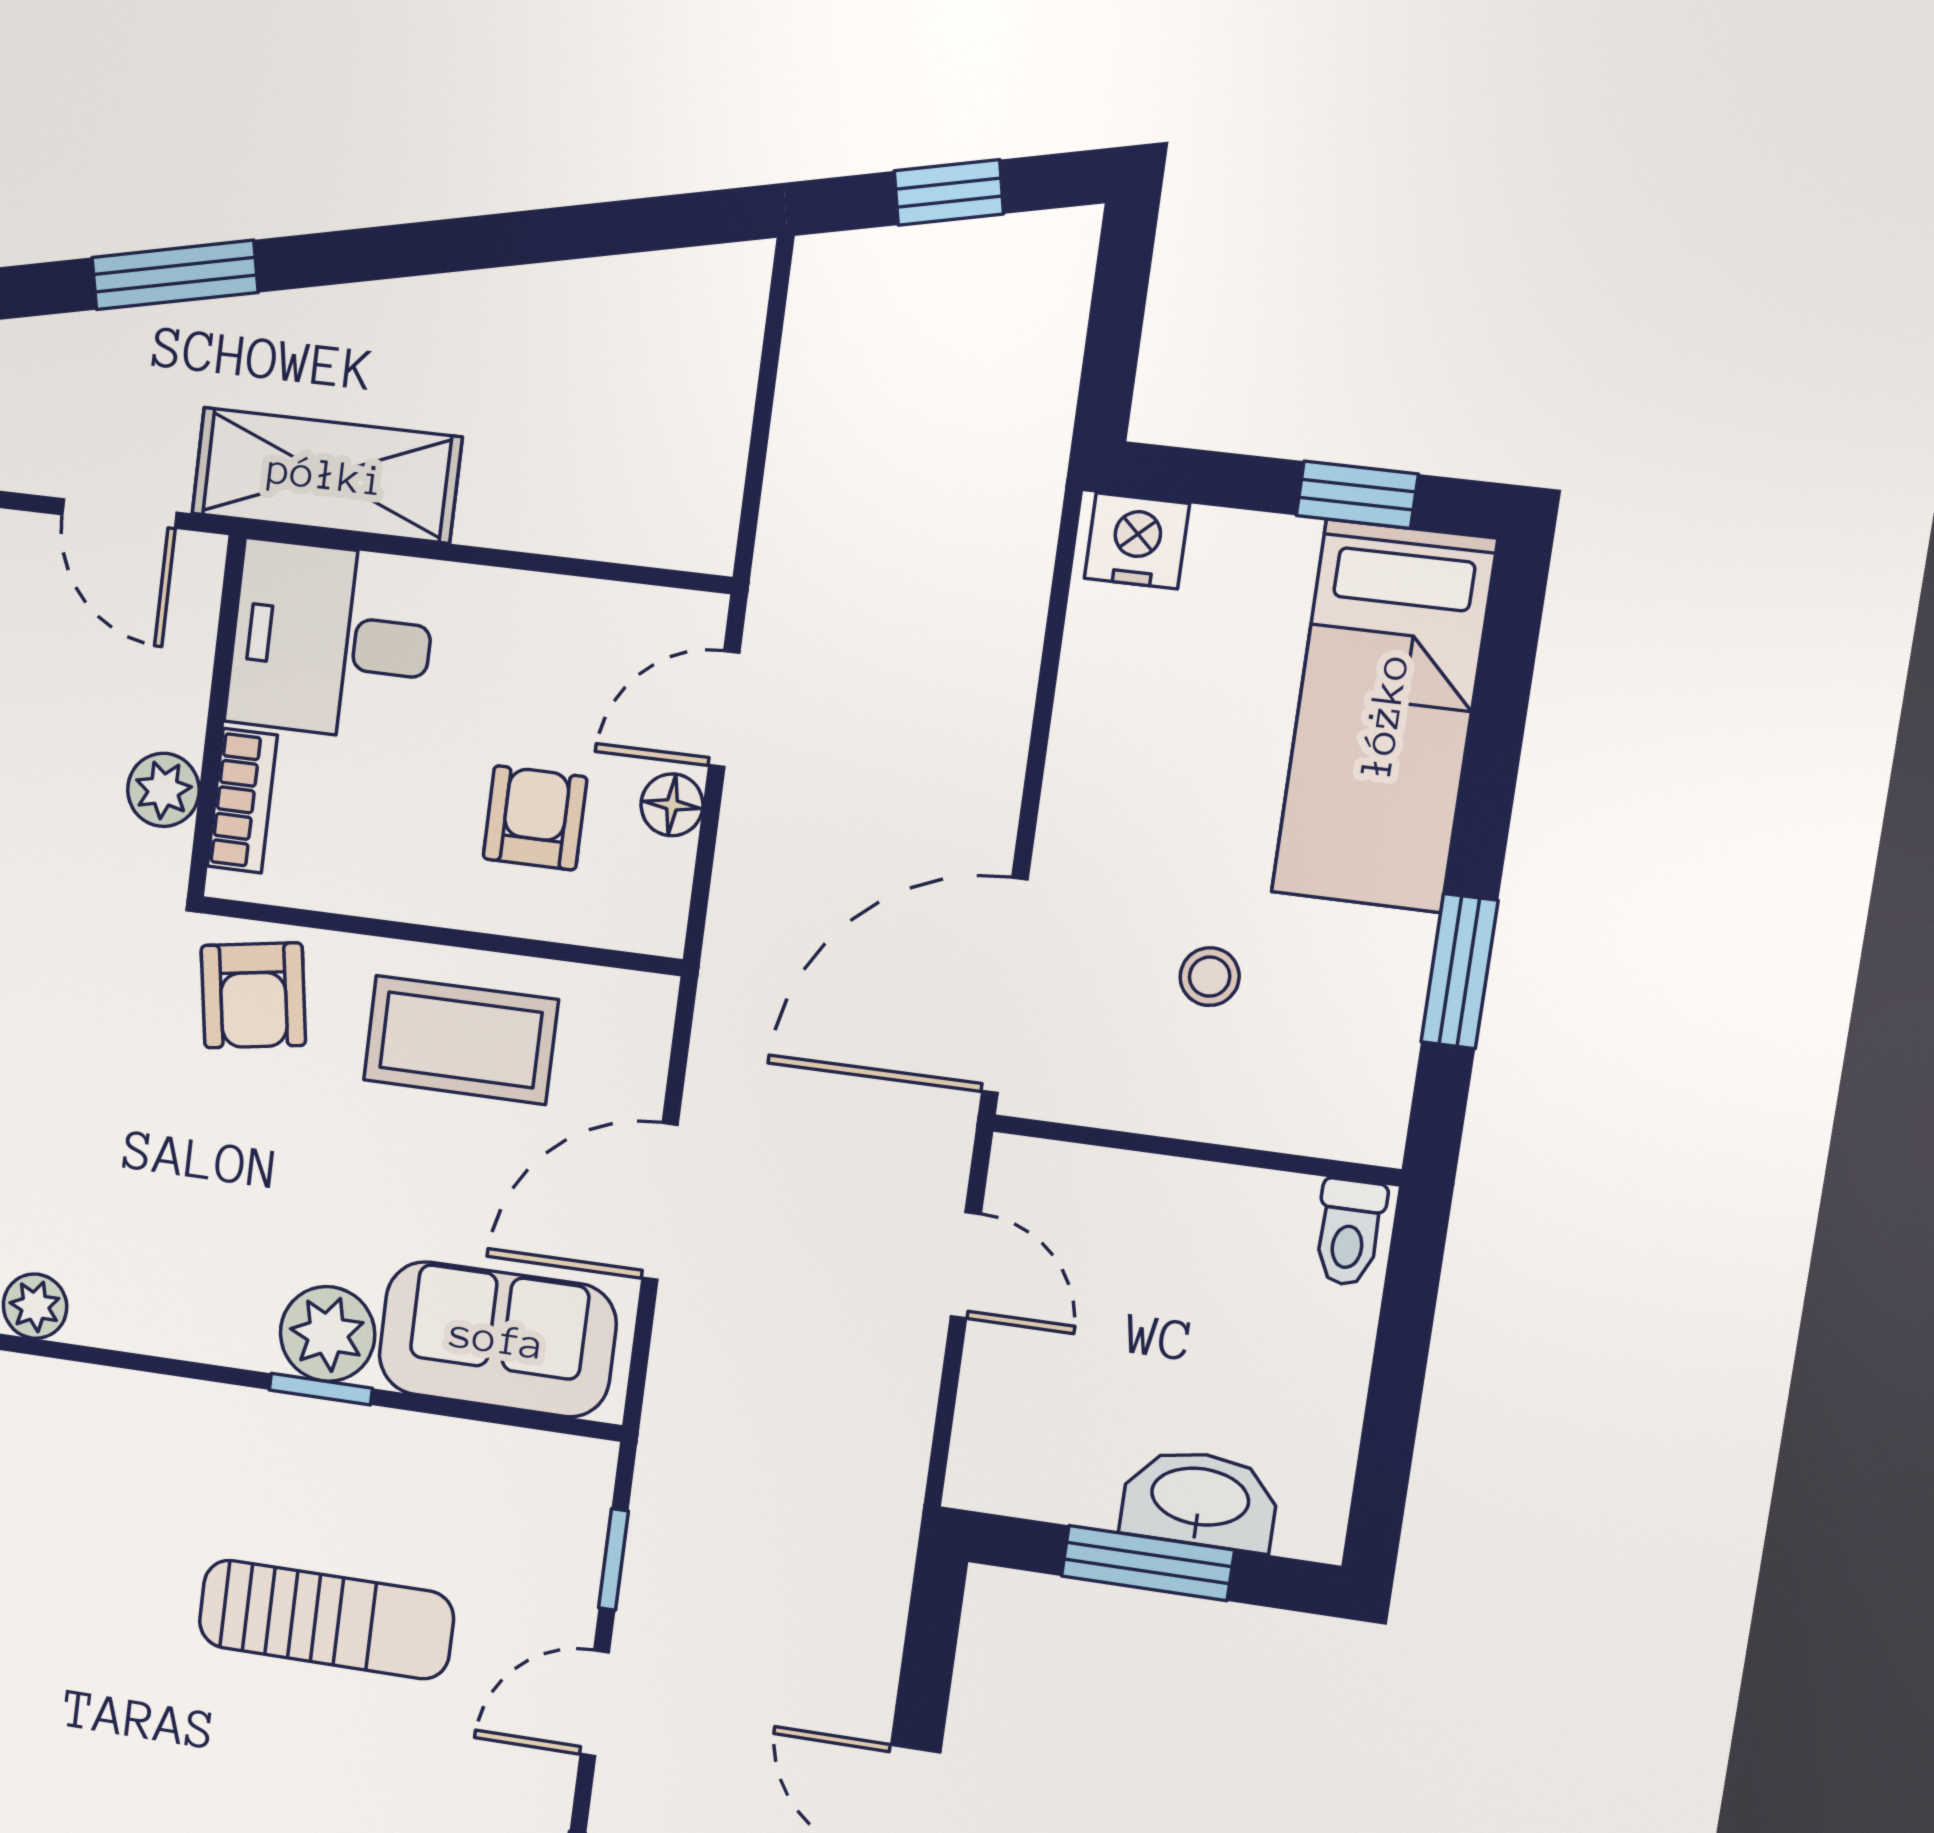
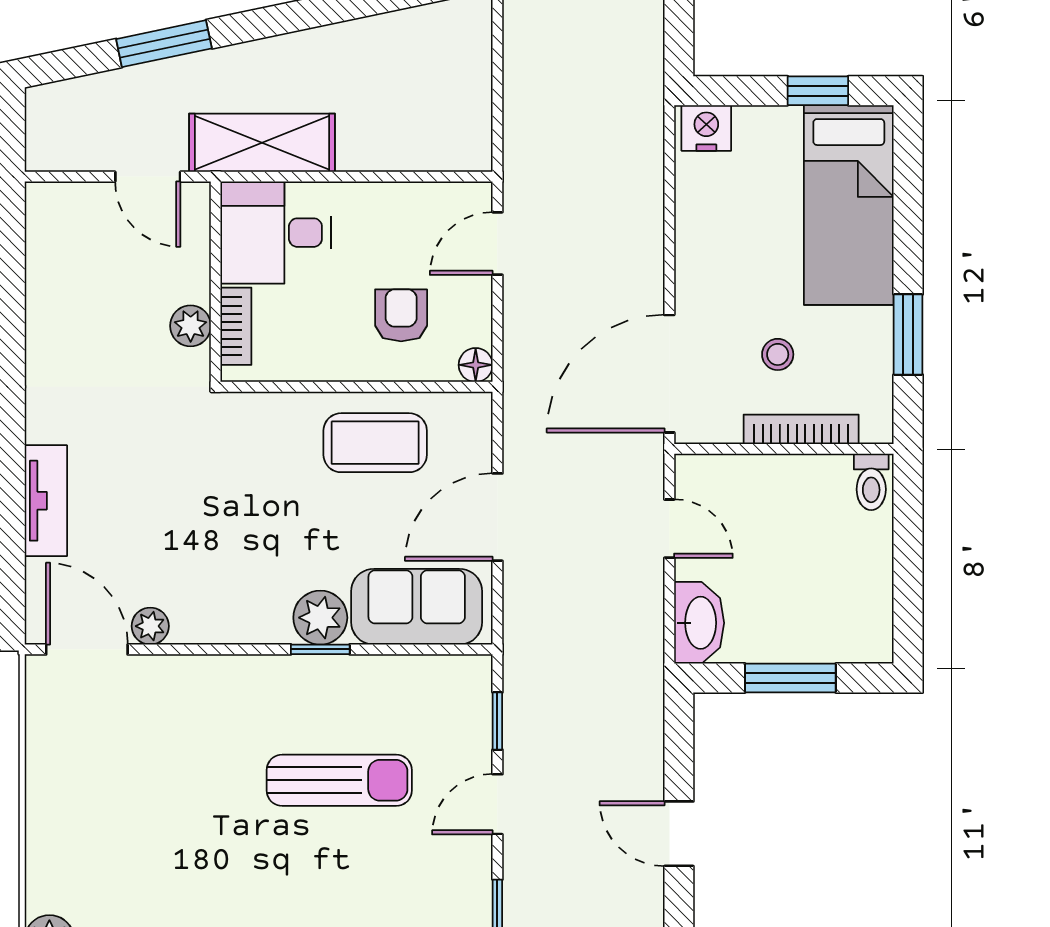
floor lamp: (672, 805) -> (476, 365), moved
armchair: (253, 995) -> (255, 433), removed
bookcase: (1233, 1119) -> (801, 429), added
washbasin: (1200, 1499) -> (699, 623), moved, turned 90

